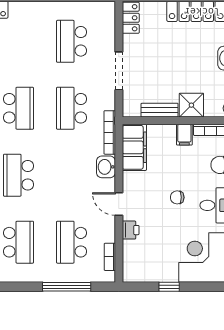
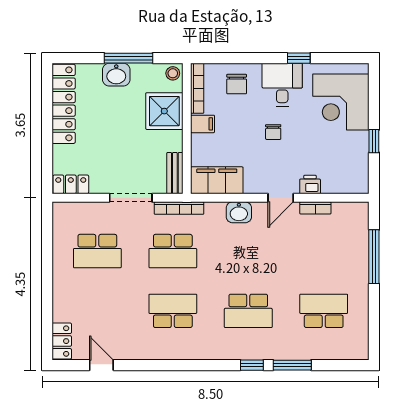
shower: (191, 105) -> (164, 111), width x1.36, depth x1.36
bench: (160, 110) -> (175, 173), moved
bookcase: (110, 132) -> (179, 208), moved
school desk: (72, 242) -> (324, 251), removed
bookcase: (110, 257) -> (315, 208), moved

